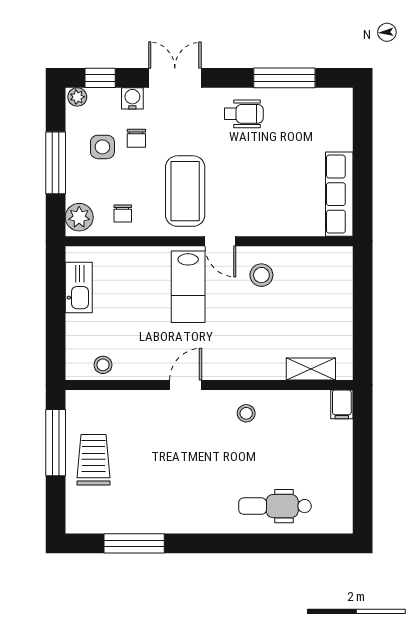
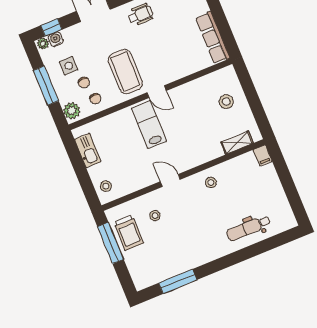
water cooler: (132, 98) -> (56, 39), moved
chair: (136, 138) -> (84, 83), moved
stool: (261, 275) -> (226, 102), moved
lab bench: (188, 287) -> (149, 125), turned 180
stool: (103, 365) -> (106, 186), moved
door: (186, 385) -> (170, 180), hinge flipped
stool: (140, 429) -> (155, 216), added
trolley: (94, 460) -> (129, 233), moved, turned 180

